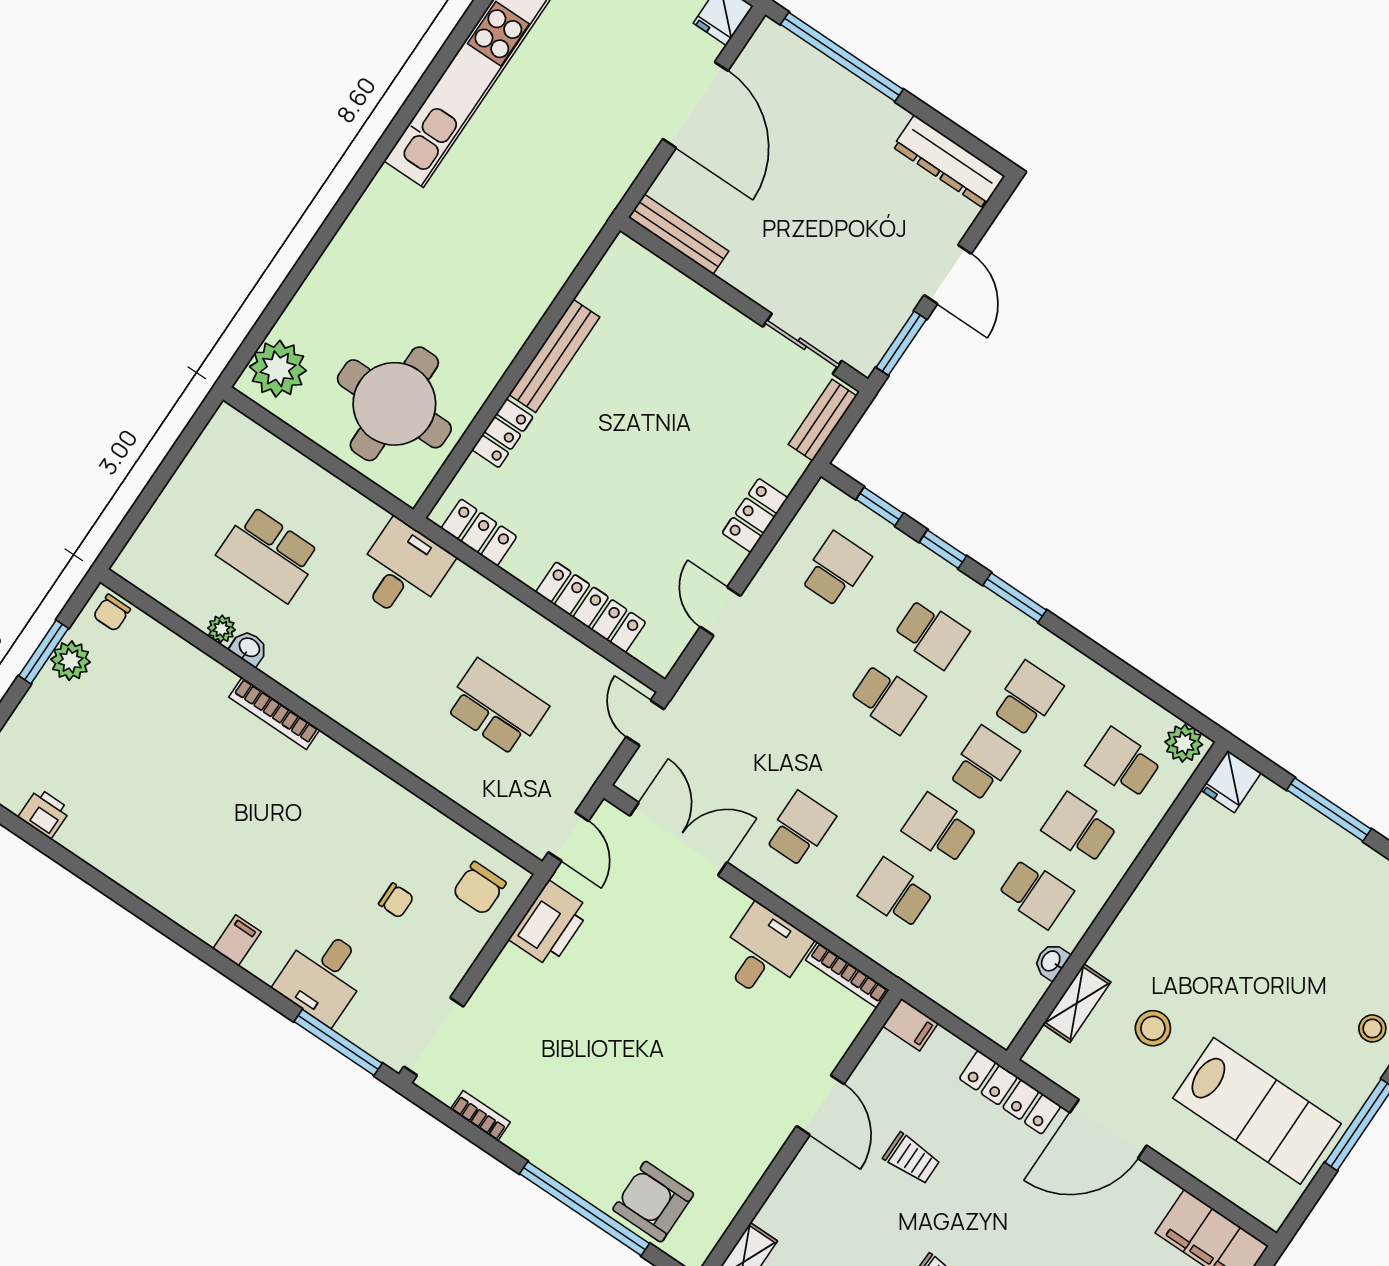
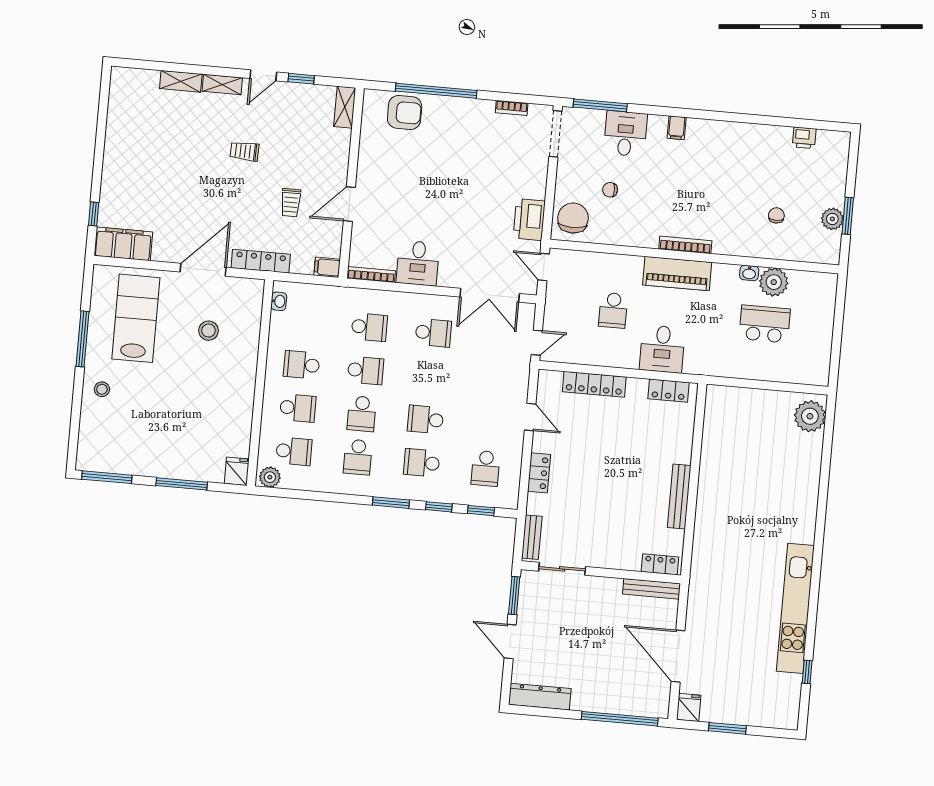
round table: (394, 404) -> (744, 430), removed
locker: (503, 433) -> (660, 564), moved, turned 90
desk: (402, 570) -> (662, 349), moved
chair: (112, 613) -> (776, 215), moved
plant: (221, 629) -> (774, 282), width x1.88, depth x1.88
school desk: (496, 707) -> (613, 310), width x0.54
piano: (363, 710) -> (677, 274), added
bookcase: (274, 713) -> (685, 245), moved
door: (645, 723) -> (537, 343), hinge flipped
school desk: (800, 829) -> (433, 333), turned -90
chair: (479, 888) -> (573, 218), width x1.37, depth x1.37
washbasin: (1051, 961) -> (279, 301), moved
shelving: (1077, 1003) -> (252, 322), removed
door: (820, 1105) -> (349, 204), hinge flipped
lab bench: (1257, 1111) -> (136, 318), turned 90
trolley: (912, 1159) -> (291, 203), turned -90

